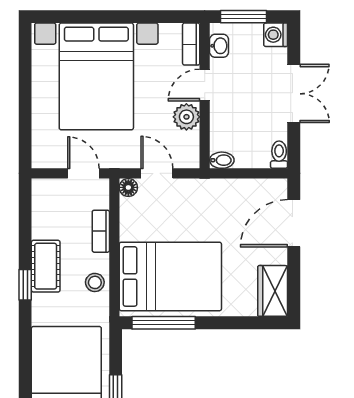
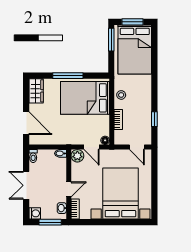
plant: (186, 117) -> (77, 156), moved
door: (83, 173) -> (137, 147), moved
door: (294, 223) -> (26, 123), hinge flipped
cot: (46, 266) -> (145, 103), removed
window: (25, 285) -> (154, 119), moved
window: (164, 323) -> (68, 76), moved

